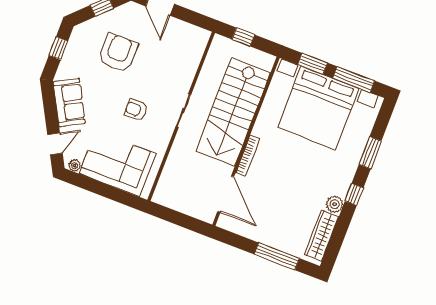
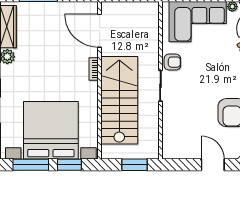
window: (243, 37) -> (135, 165), width x1.50
armchair: (136, 110) -> (172, 62), moved
bookcase: (248, 156) -> (94, 69), width x0.64

